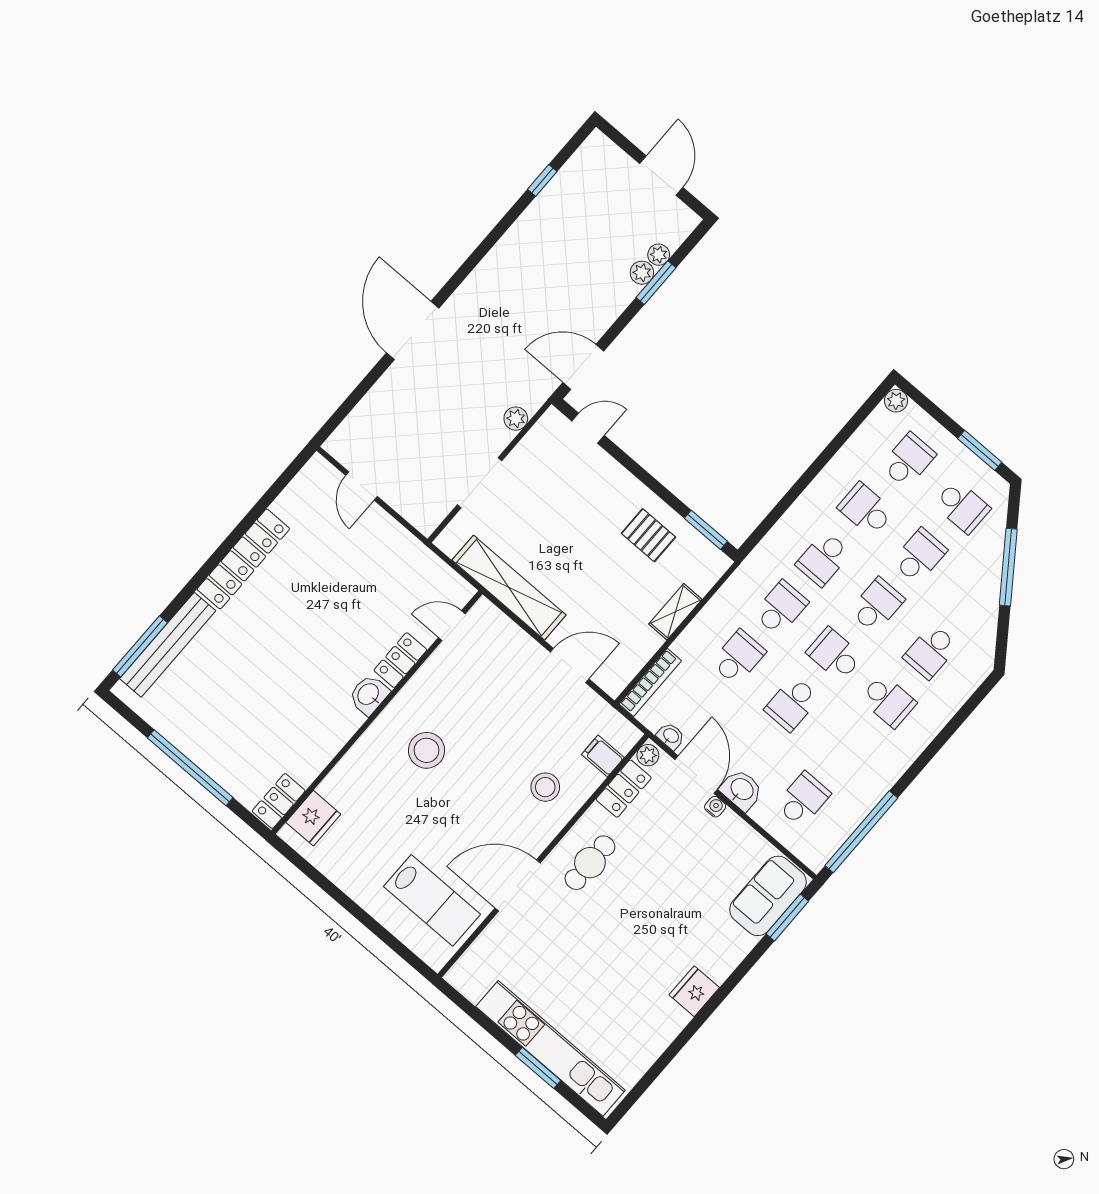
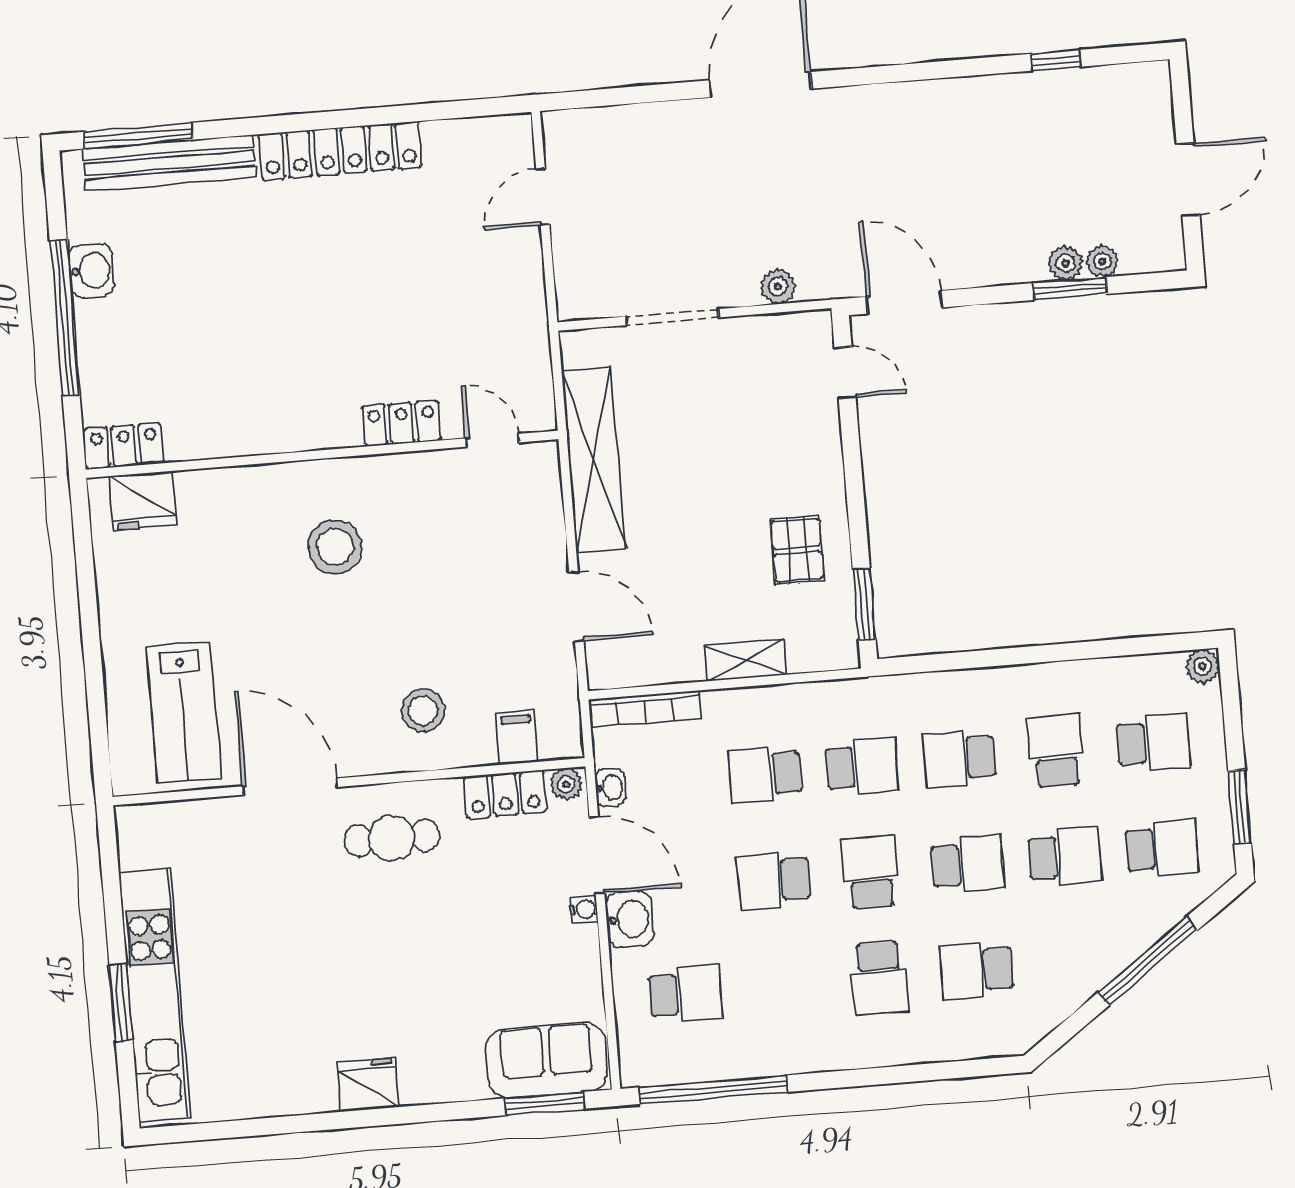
school desk: (962, 507) -> (1162, 848), turned -90
school desk: (738, 657) -> (765, 774), turned 180
washbasin: (369, 695) -> (91, 271), moved, turned 90
door: (696, 775) -> (597, 855), hinge flipped

